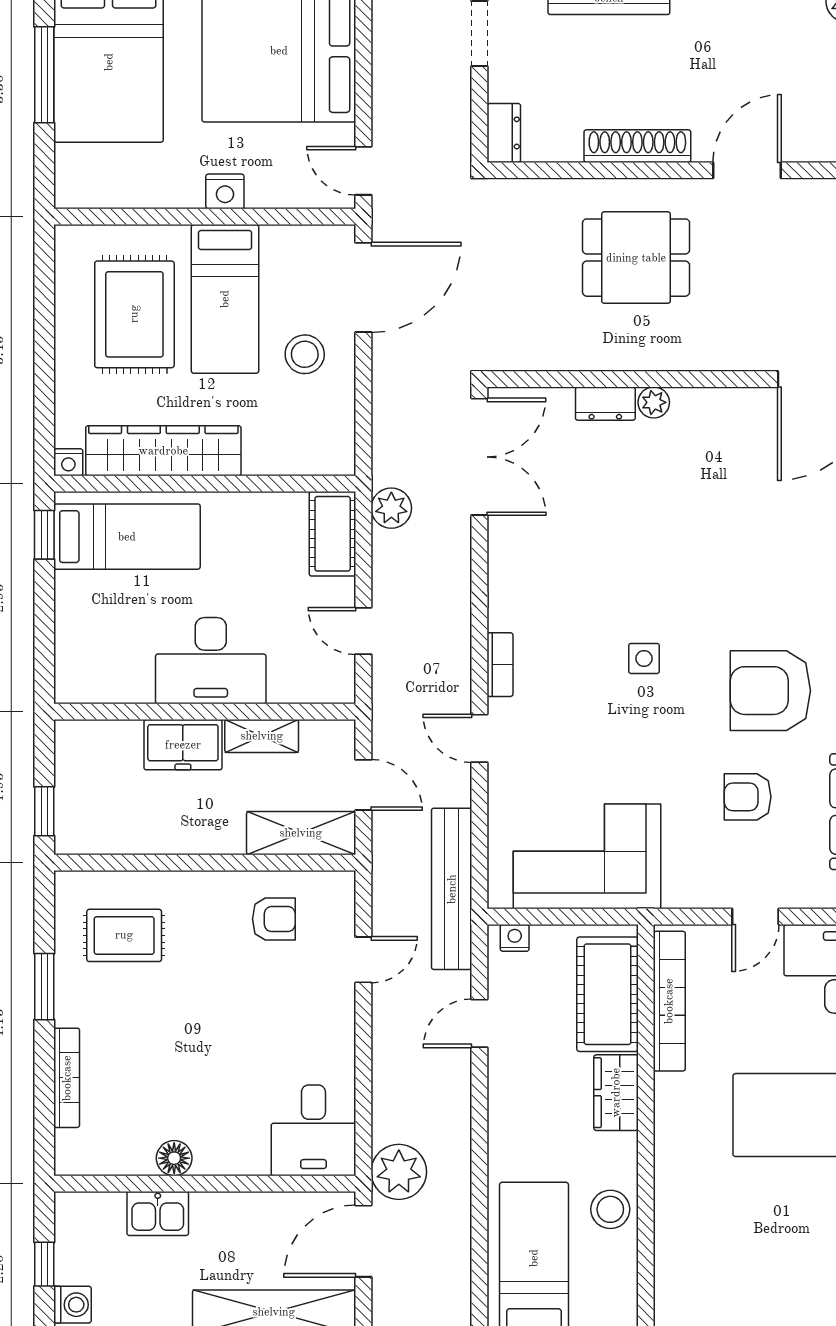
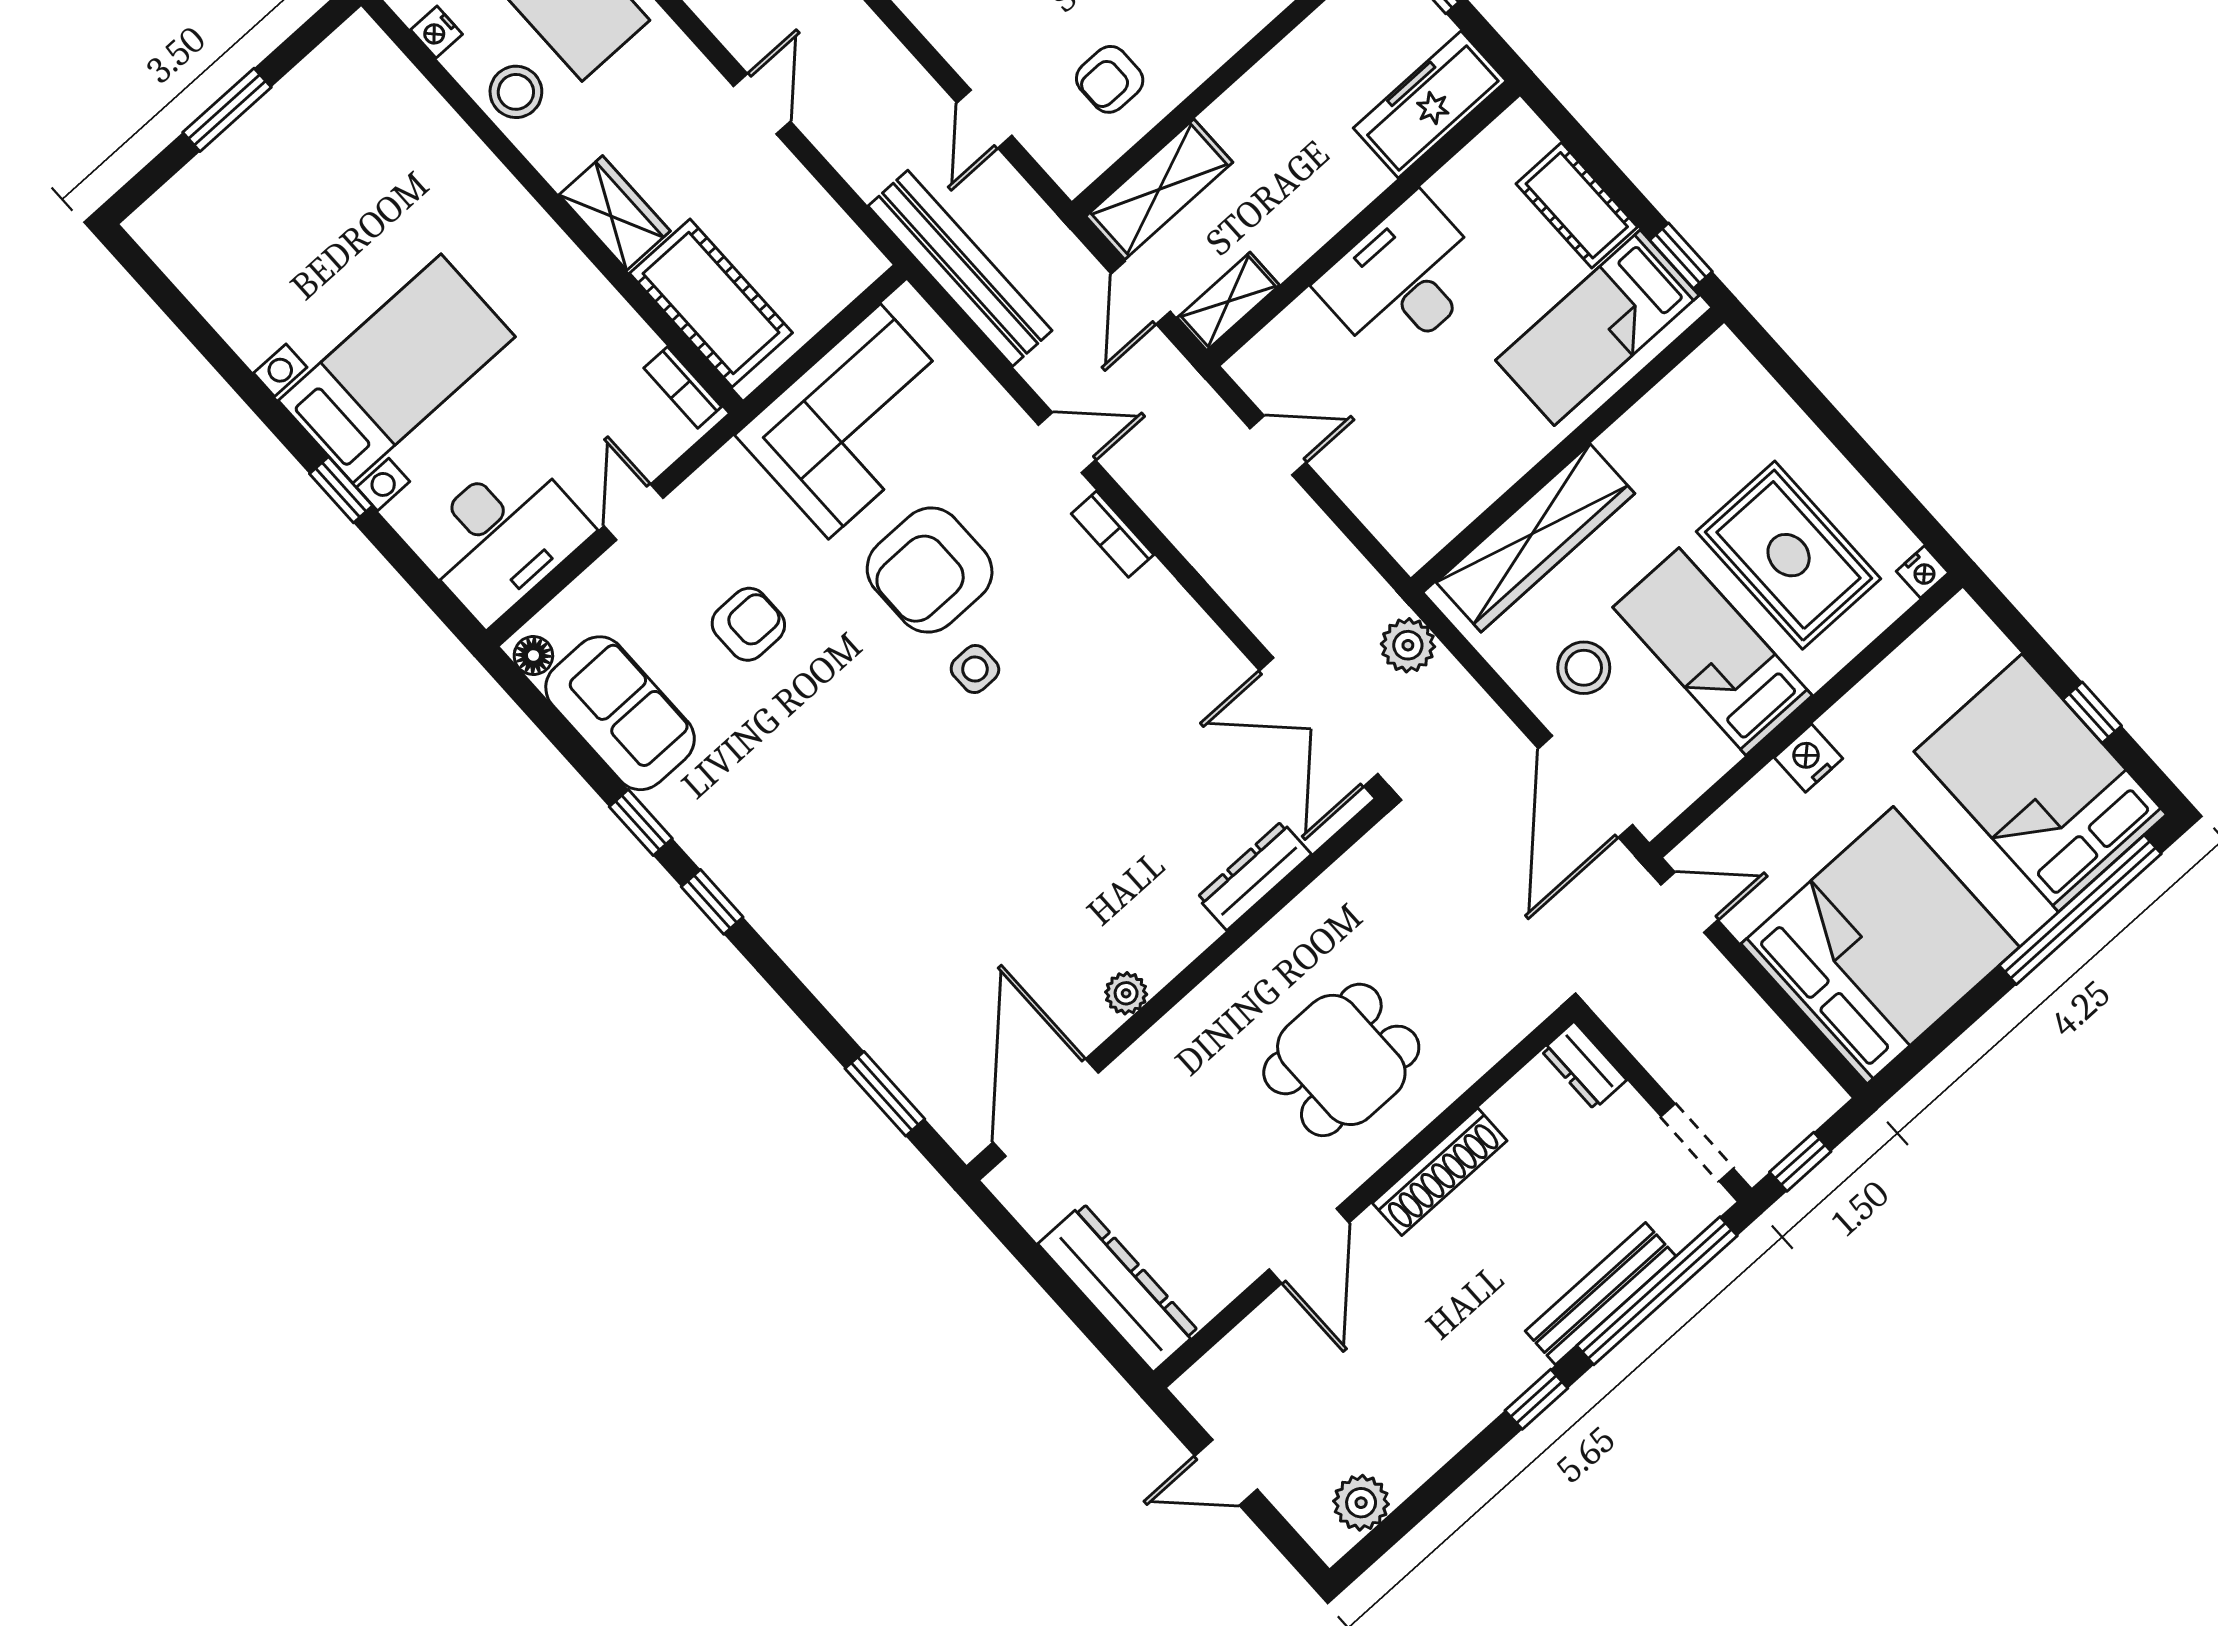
window: (44, 75) -> (2092, 712), width x0.46
plant: (654, 402) -> (1126, 993), moved
dresser: (605, 404) -> (1254, 876), width x1.44
wardrobe: (163, 451) -> (1535, 538), moved
nightstand: (68, 462) -> (1922, 572), moved, turned 180
plant: (391, 508) -> (1408, 645), moved
cot: (333, 534) -> (1577, 205), moved
armchair: (770, 691) -> (930, 570), moved, turned 180
shelving: (262, 736) -> (1228, 301), moved
freezer: (183, 745) -> (1430, 105), moved, width x1.40
door: (363, 785) -> (1141, 293), hinge flipped
nightstand: (515, 938) -> (436, 32), moved, turned 90
bookcase: (669, 1001) -> (683, 387), width x0.43, depth x0.76
door: (479, 1023) -> (762, 104), moved

